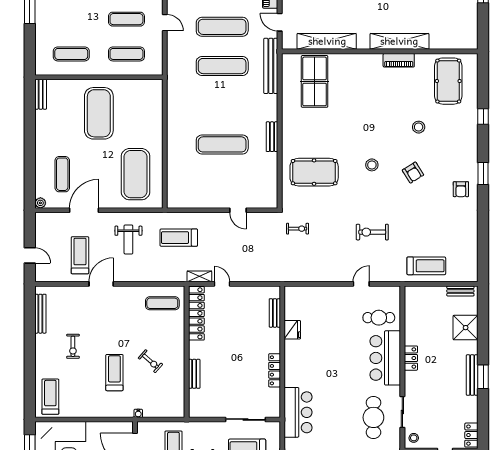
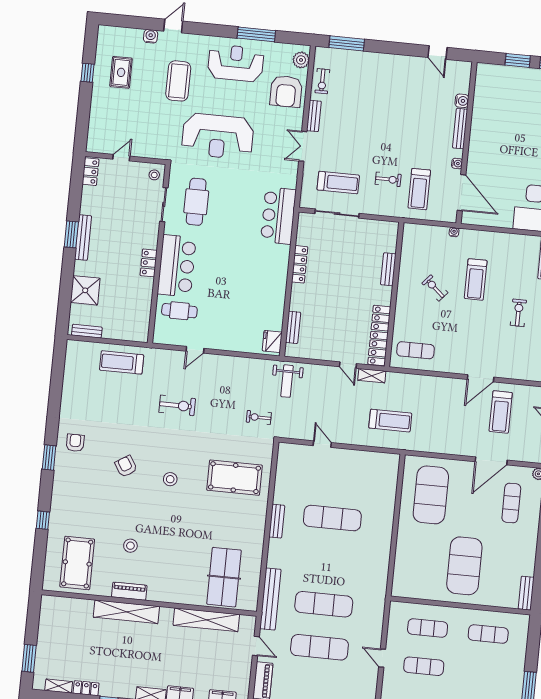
stool: (419, 127) -> (130, 546), moved
weight bench: (128, 239) -> (287, 381), moved, turned 180
fridge: (292, 330) -> (272, 341), moved

